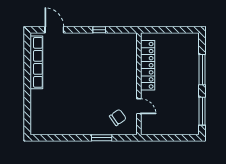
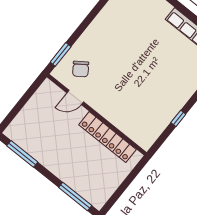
window: (202, 70) -> (75, 196), moved
window: (102, 138) -> (61, 54), moved

